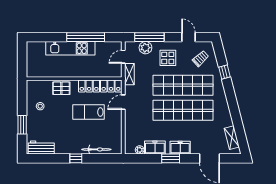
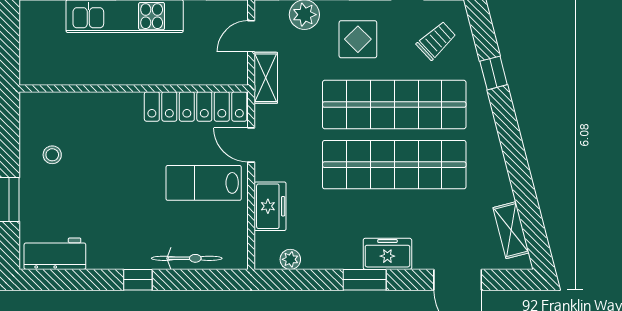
pallet: (61, 88) -> (103, 112), removed
door: (123, 102) -> (251, 145), hinge flipped
lab bench: (88, 112) -> (204, 183), moved
freezer: (155, 147) -> (270, 206), moved, turned 90

